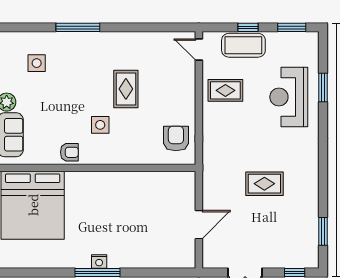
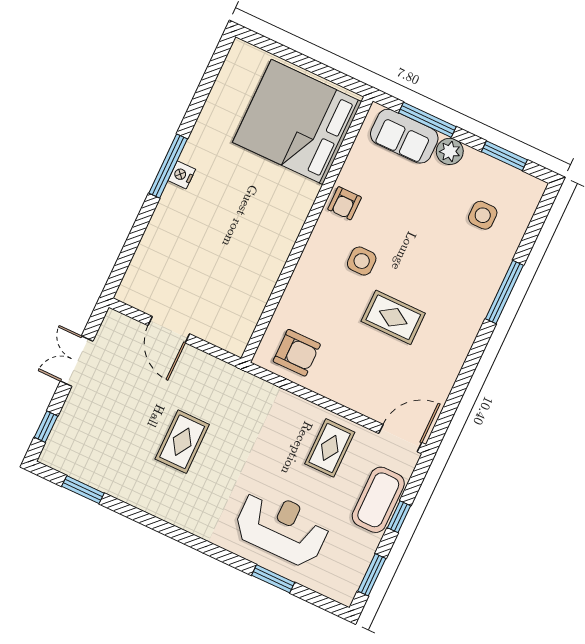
door: (199, 50) -> (400, 438), width x1.38

